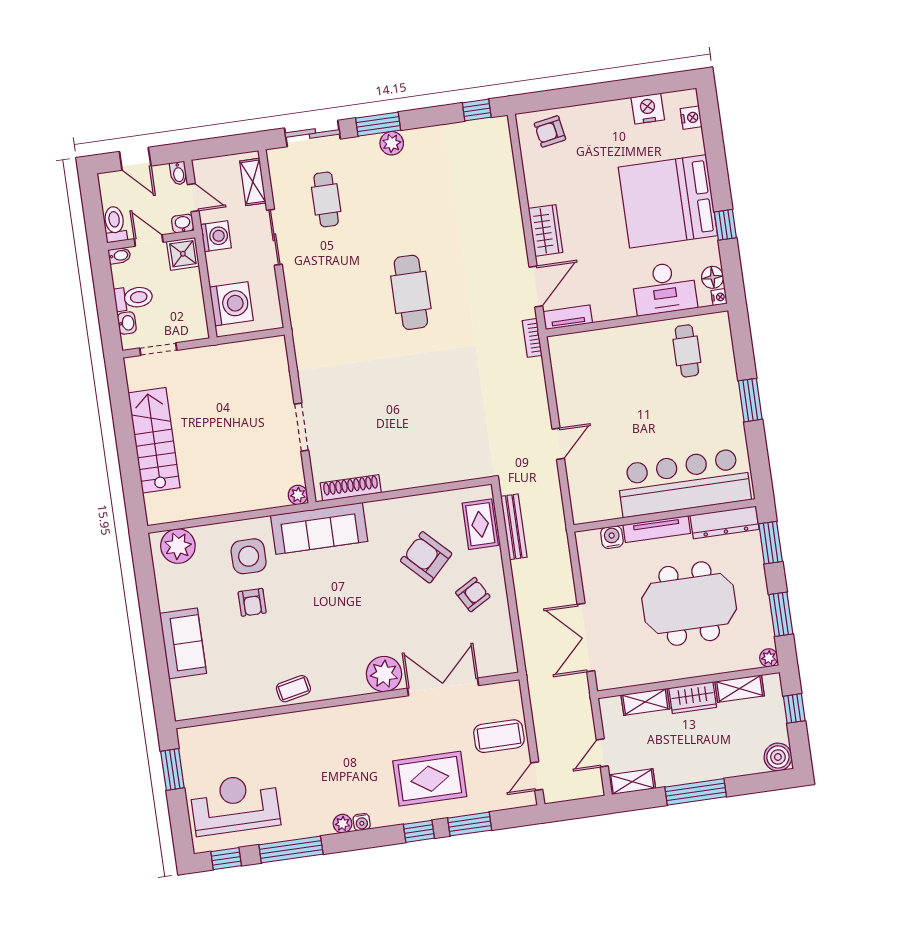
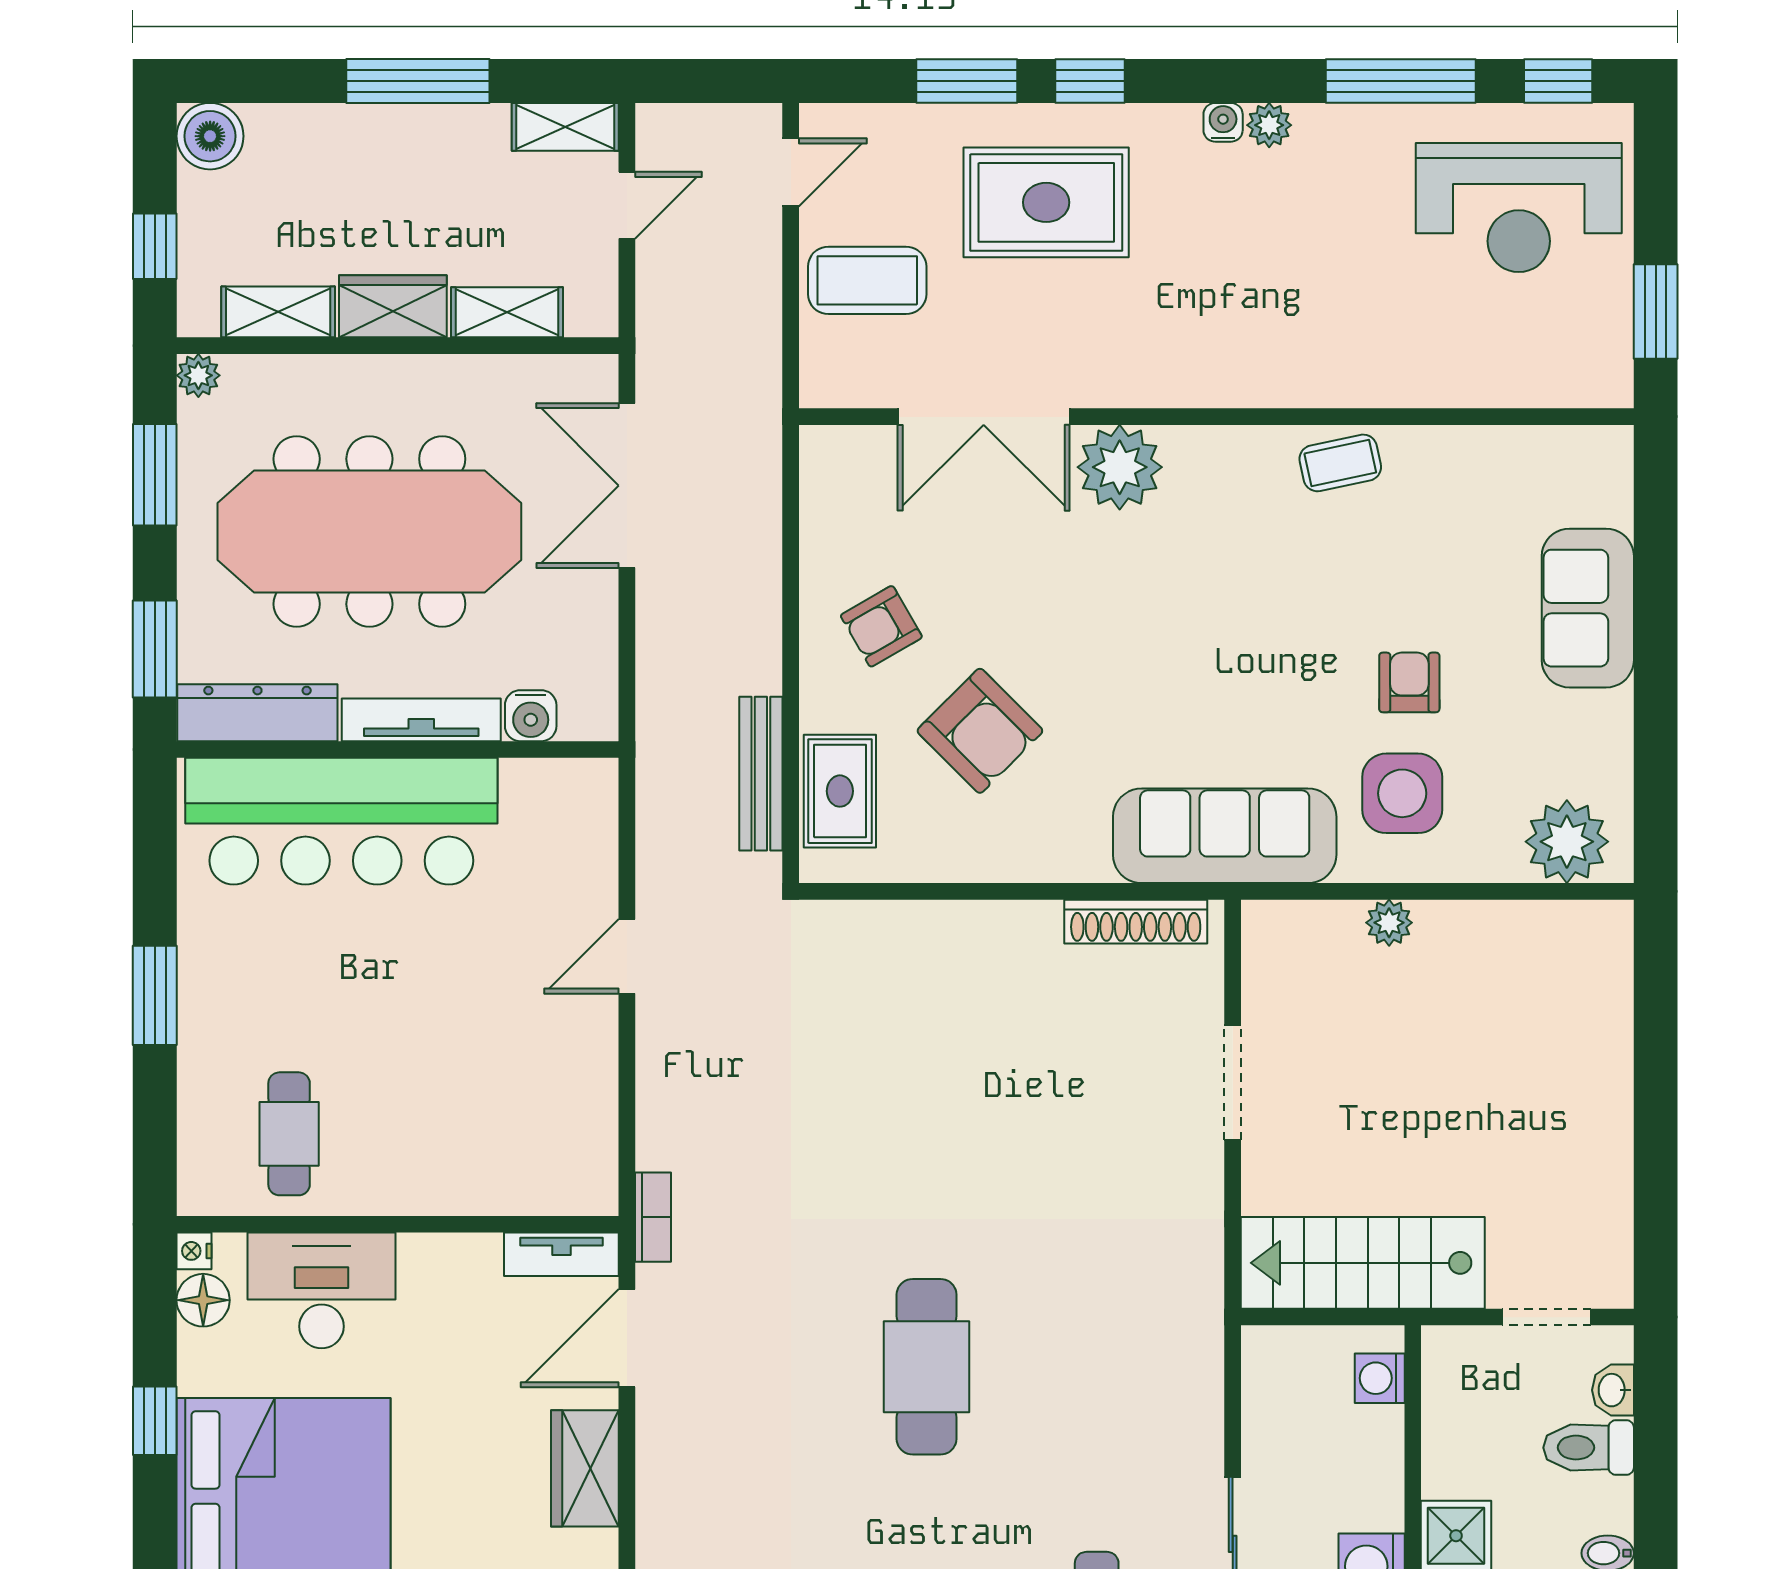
washing machine: (231, 304) -> (1380, 1378), width x0.53, depth x0.53
stairs: (154, 440) -> (1363, 1263), moved, turned 90
plant: (298, 495) -> (1389, 923), moved
meeting table: (689, 604) -> (369, 531), width x1.36
double door: (586, 638) -> (627, 486), swing flipped

